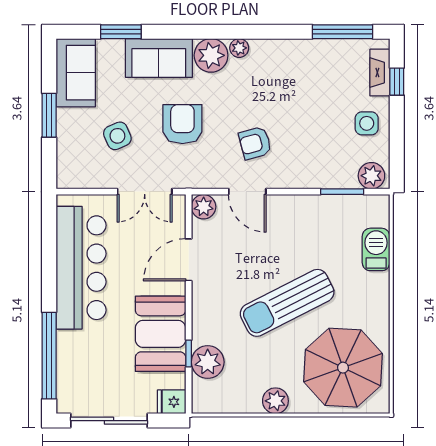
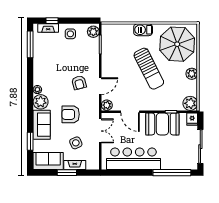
fireplace: (67, 133) -> (75, 165), added
barbecue: (376, 249) -> (143, 30), moved
plant: (208, 362) -> (190, 103), moved

